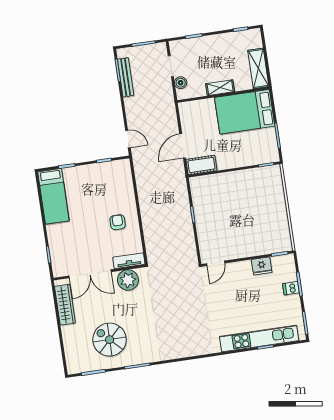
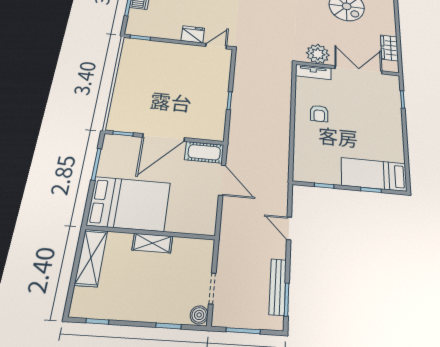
boiler: (181, 83) -> (199, 315), moved
door: (128, 139) -> (289, 228), moved
door: (183, 146) -> (222, 180), hinge flipped
door: (235, 169) -> (164, 137), added
bed: (53, 196) -> (374, 174), moved, turned -90
fridge: (262, 266) -> (193, 34), moved
wardrobe: (65, 305) -> (389, 48), width x0.67

